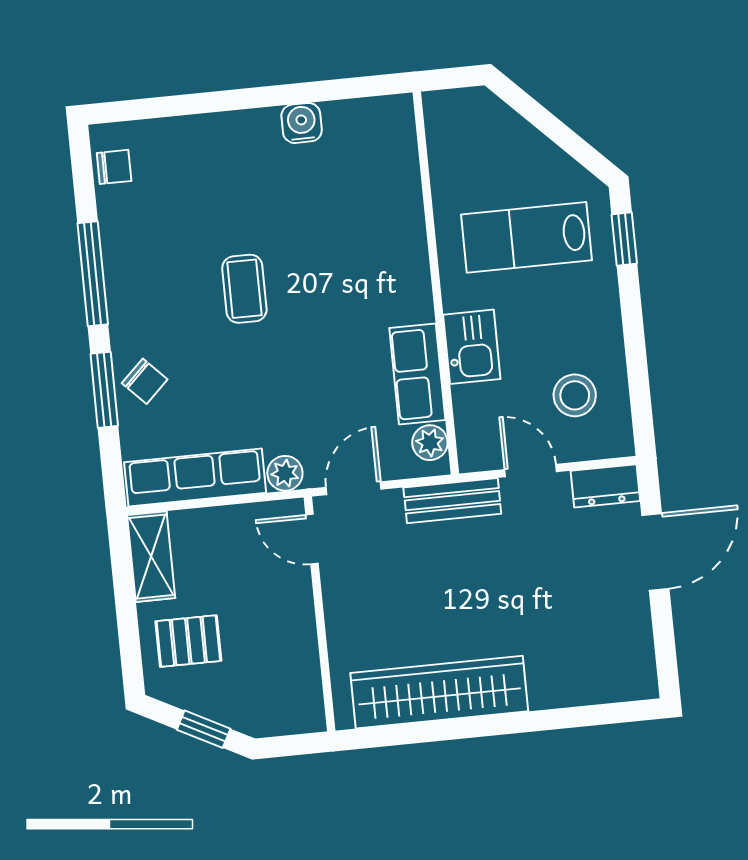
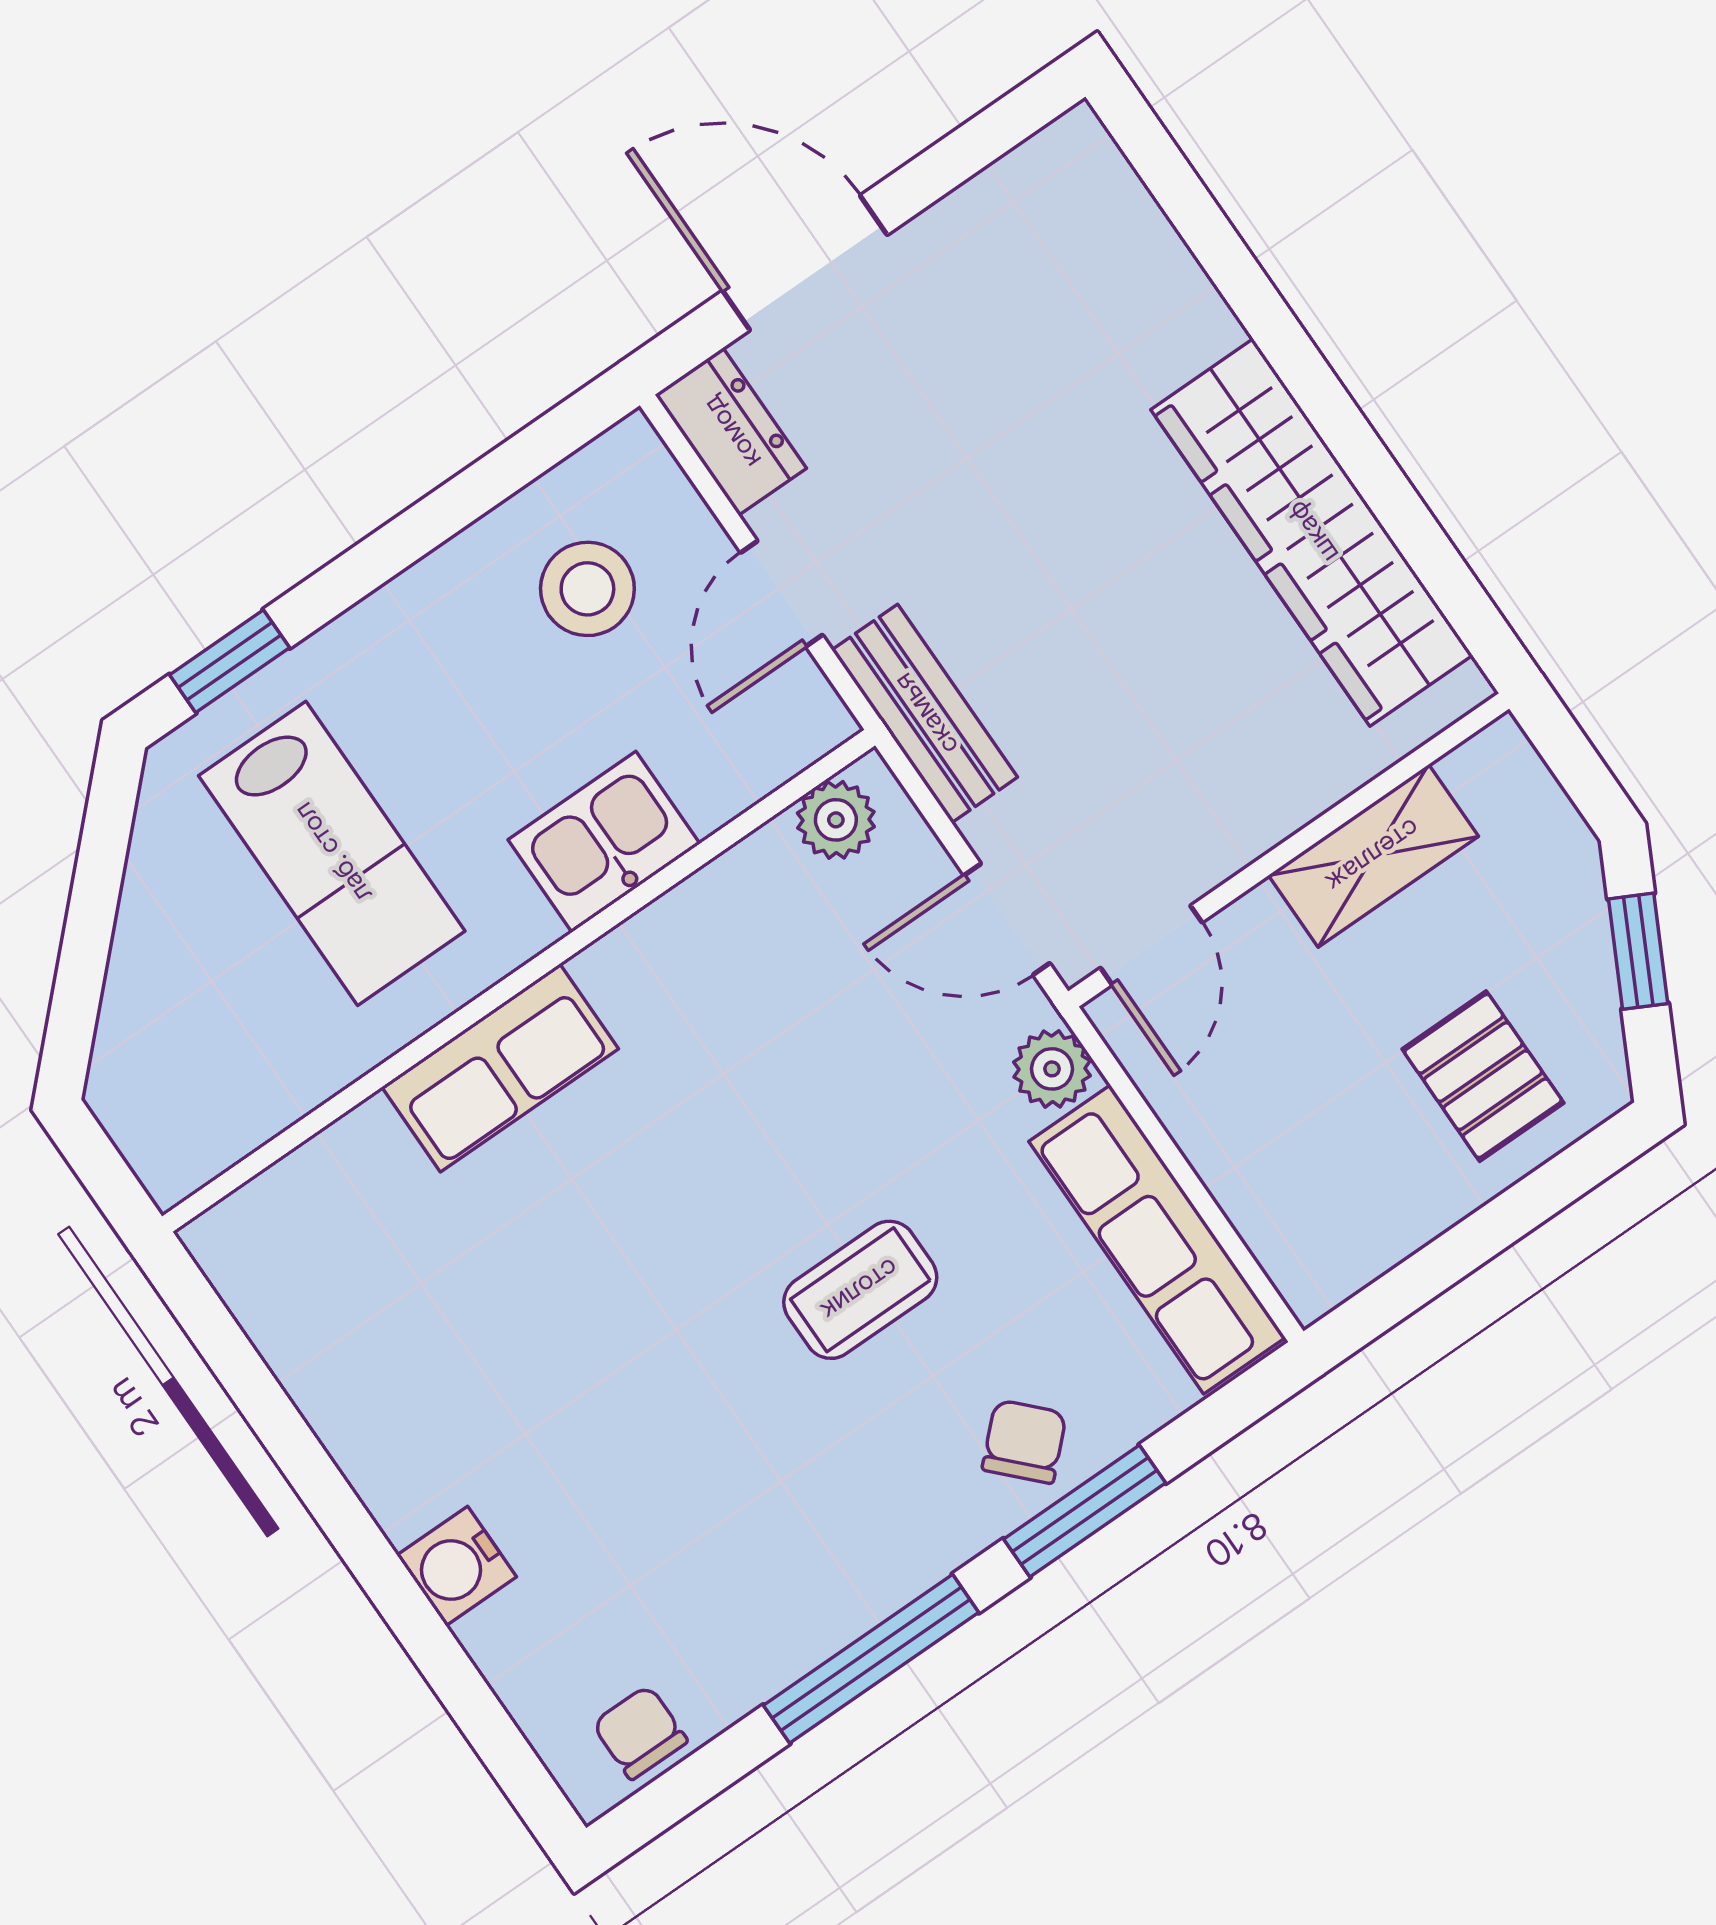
water cooler: (302, 123) -> (457, 1566), moved
coffee table: (244, 289) -> (860, 1290), moved
row of seats: (417, 374) -> (500, 1068), moved
shelving: (151, 557) -> (1373, 856), moved

